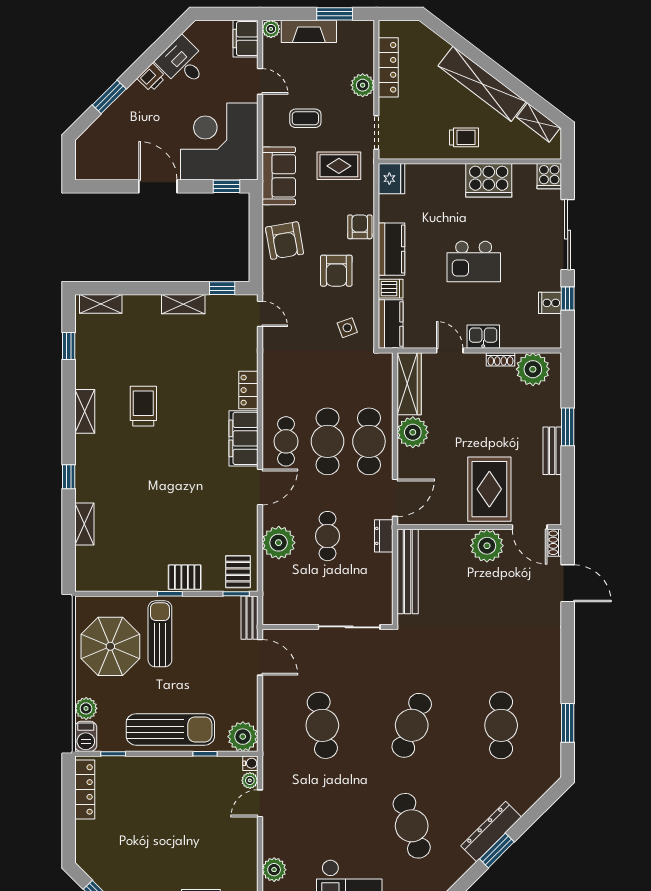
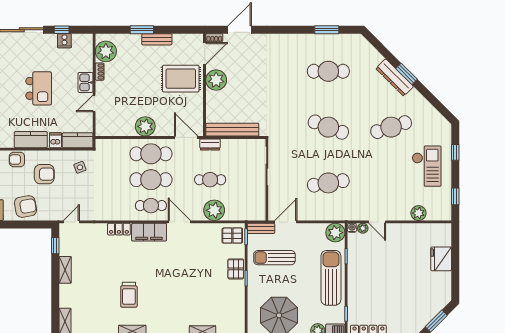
wardrobe: (409, 384) -> (115, 129), removed
trolley: (143, 406) -> (129, 295), turned -90
sun lounger: (160, 634) -> (274, 258), moved

